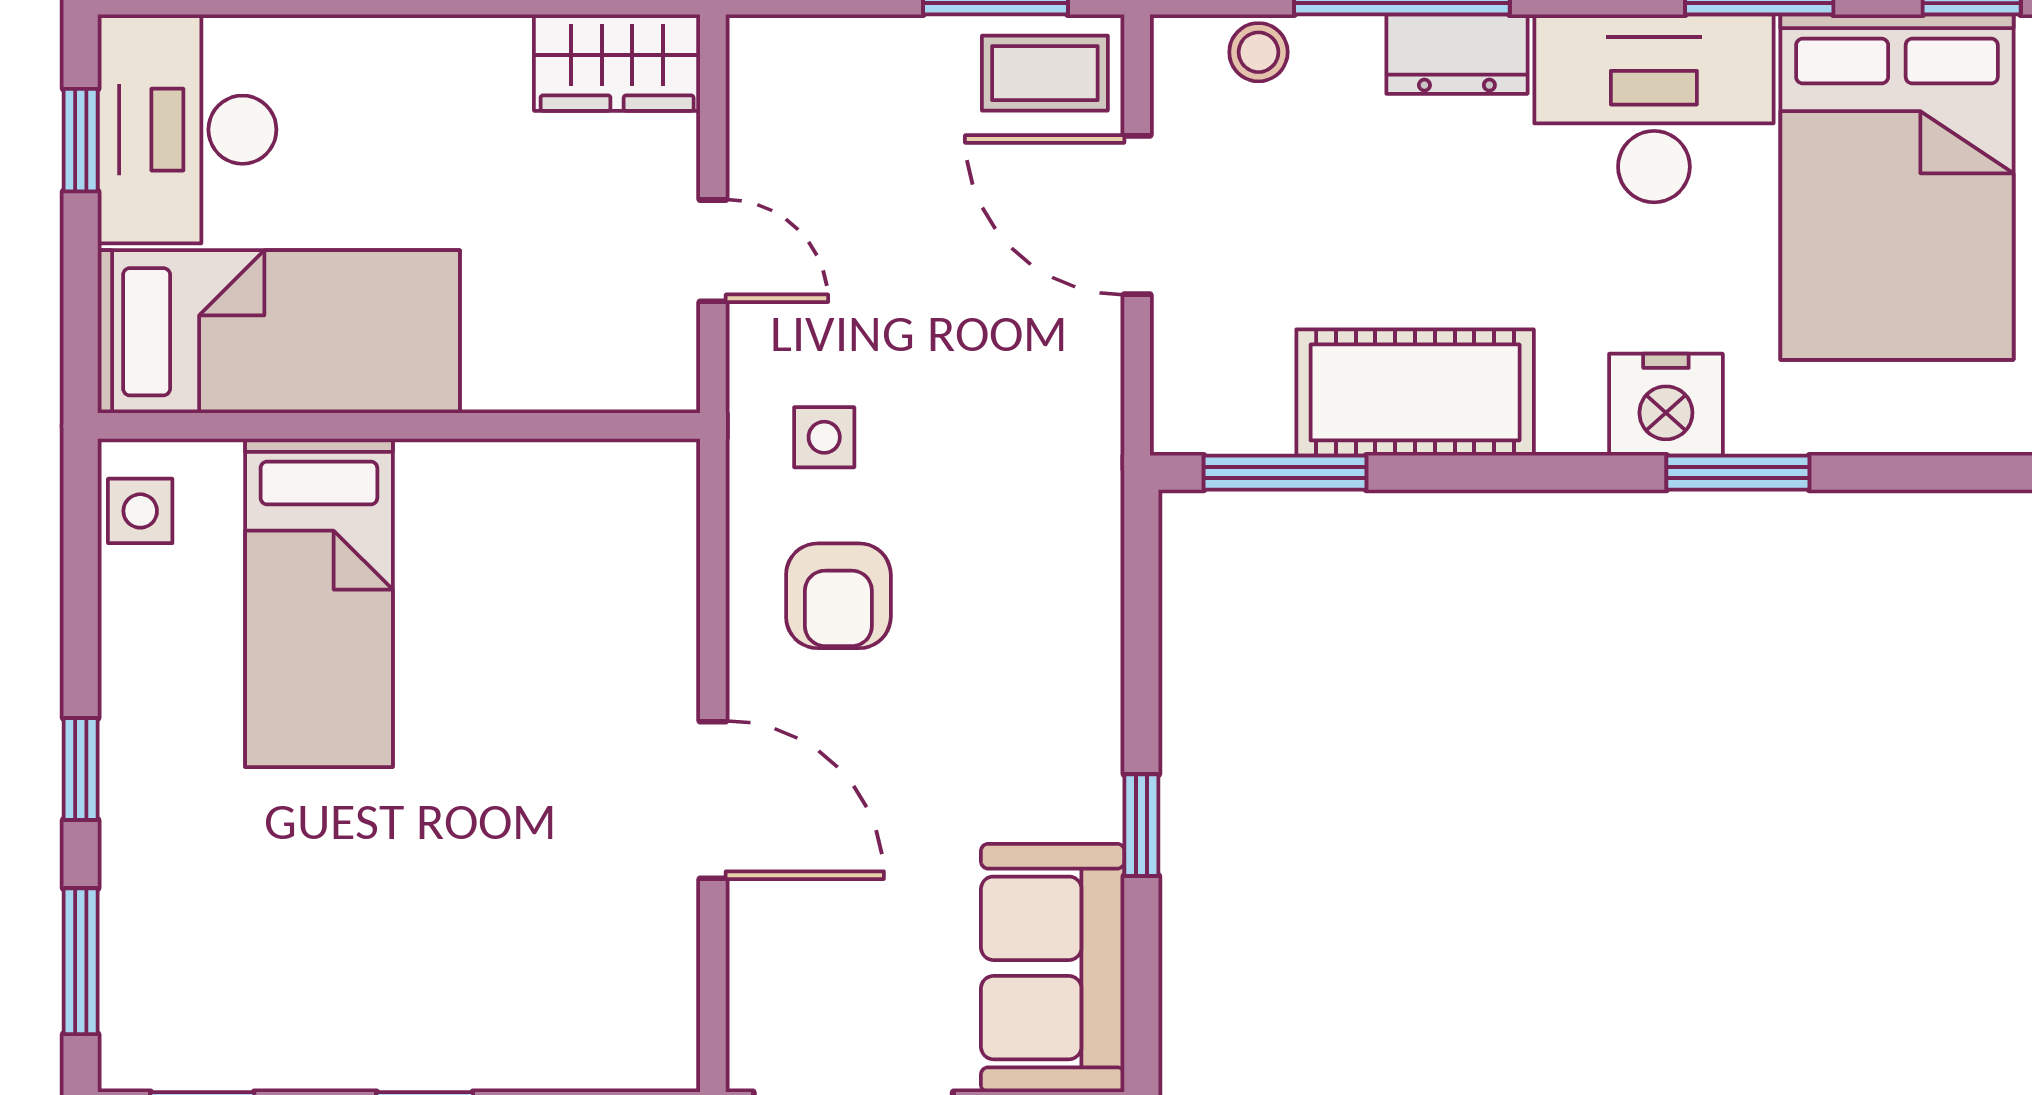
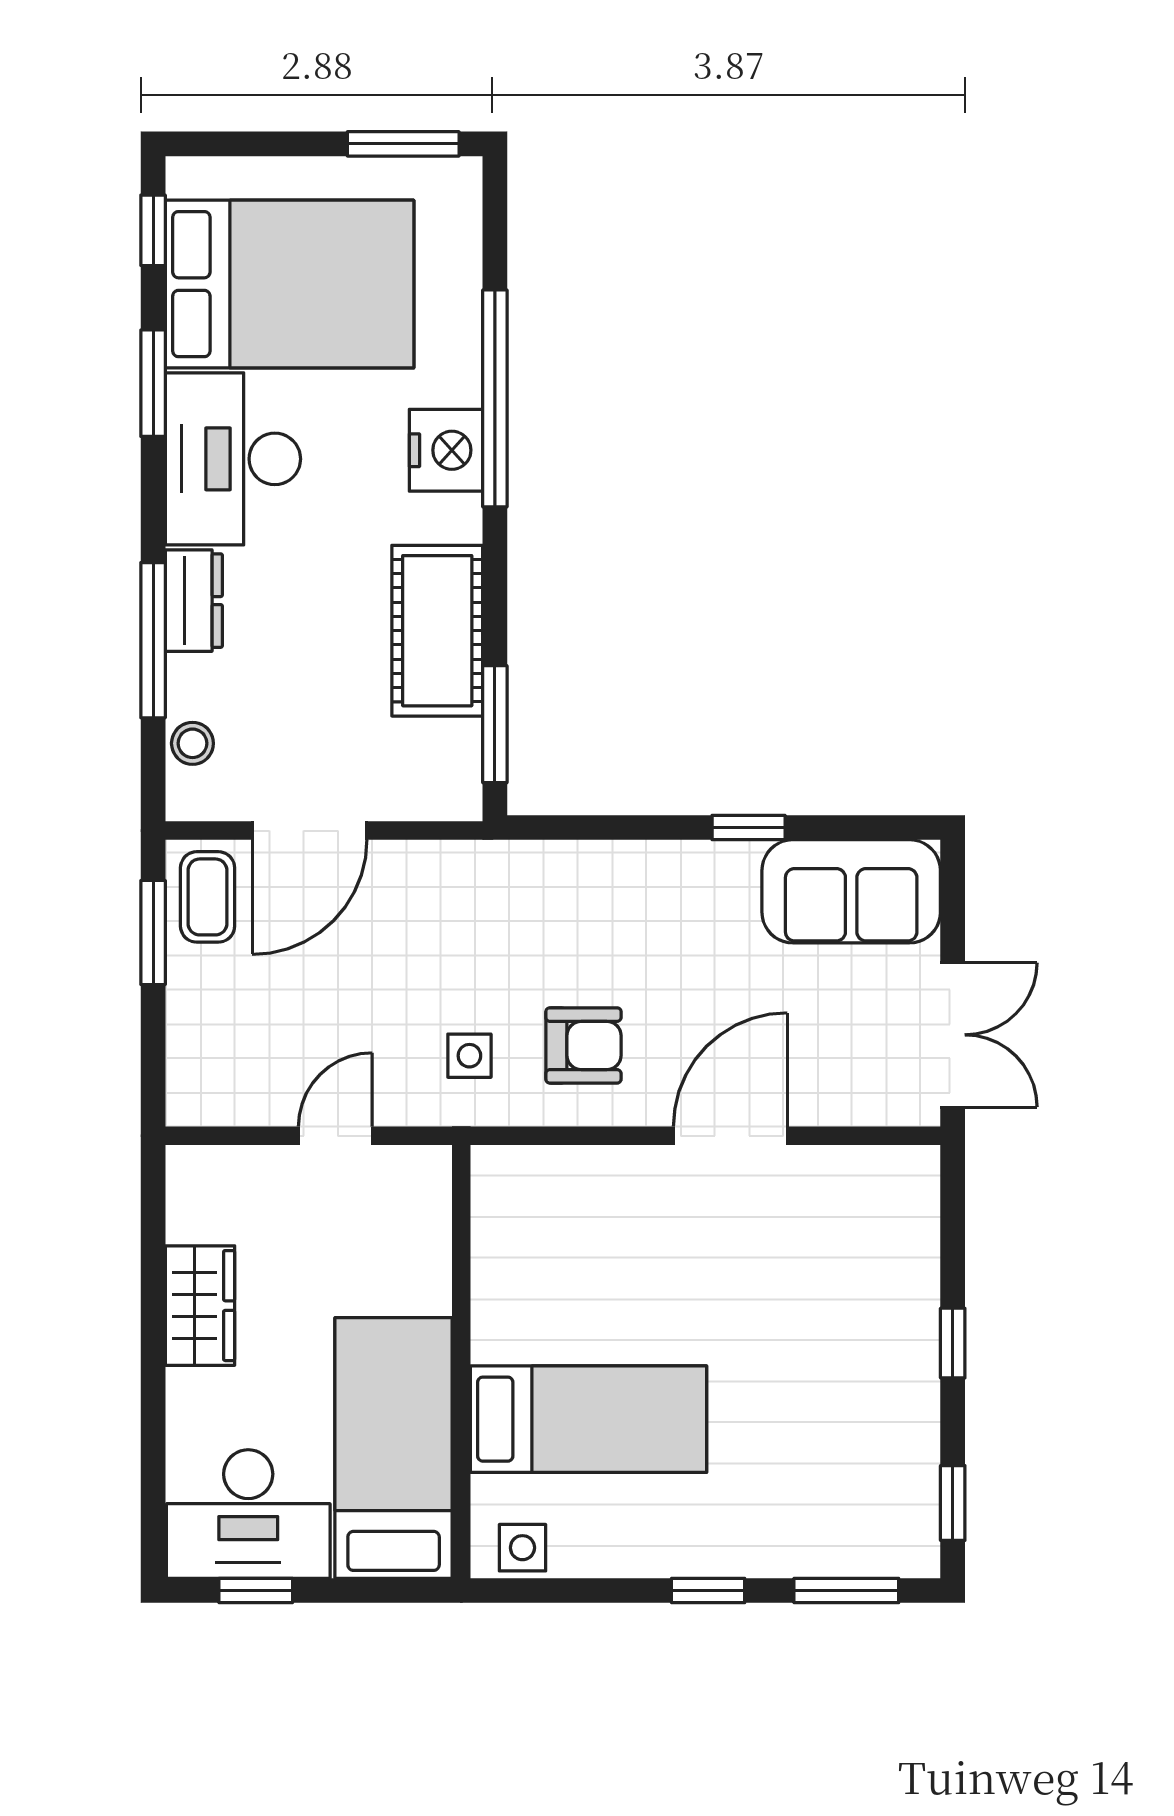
wardrobe: (617, 63) -> (200, 1306), moved
window: (1738, 473) -> (495, 398), width x2.11

